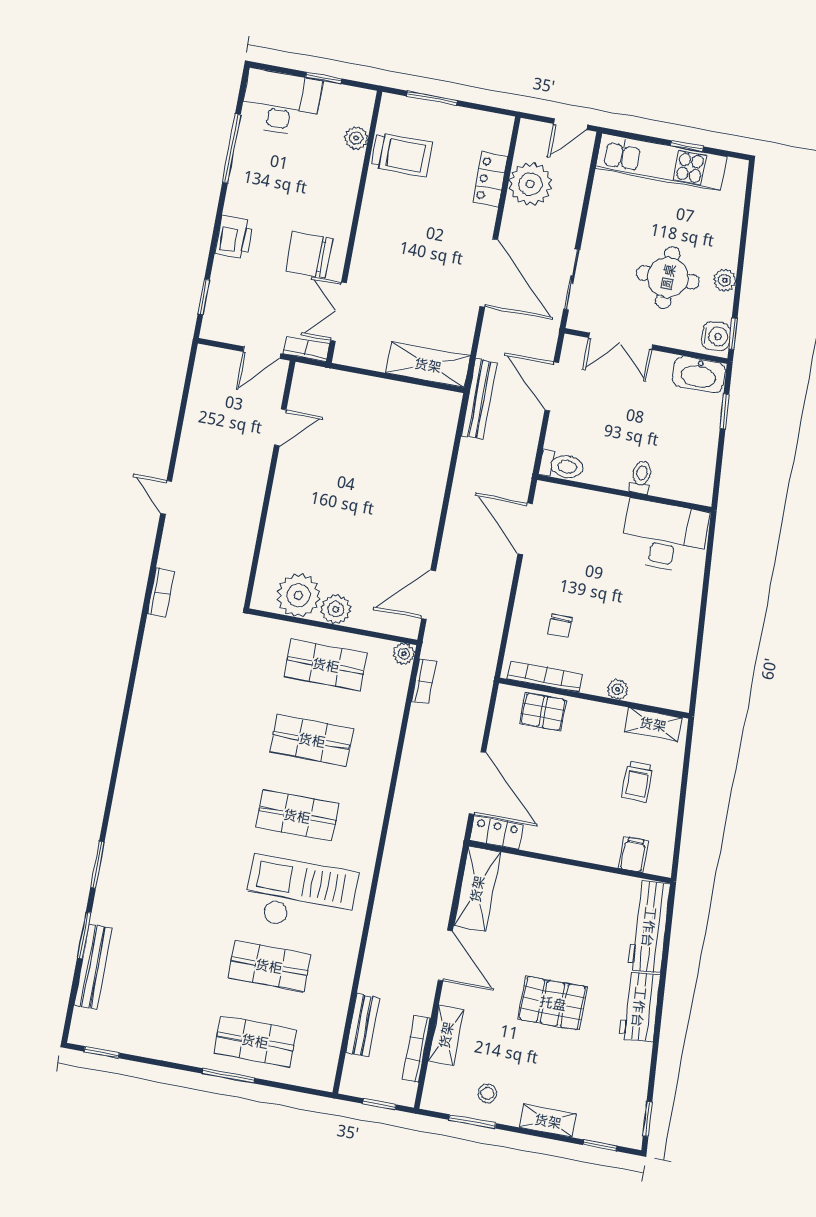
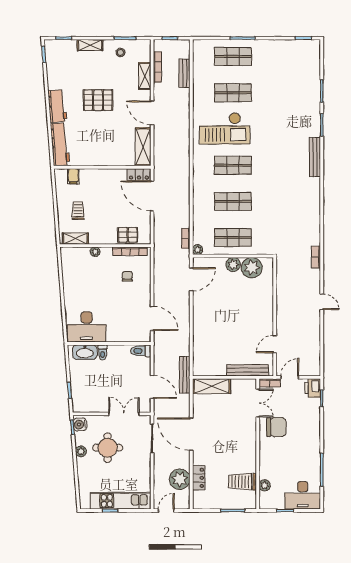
printer: (234, 237) -> (313, 388), moved
washbasin: (699, 374) -> (85, 352), moved, turned 180
bench: (347, 384) -> (248, 370), added
bench: (93, 967) -> (315, 157), moved

